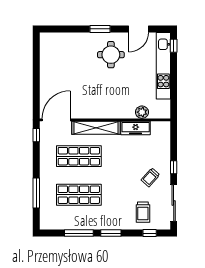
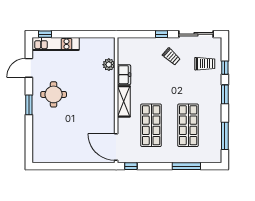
door: (138, 29) -> (29, 68), swing flipped
kitchen unit: (163, 66) -> (56, 44), width x0.73
shelving: (96, 128) -> (124, 101), width x0.68
freezer: (136, 128) -> (124, 75), width x0.71
window: (79, 233) -> (225, 136), moved
window: (150, 233) -> (225, 68), moved

